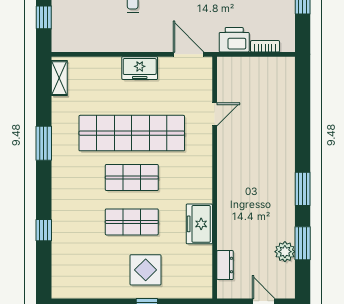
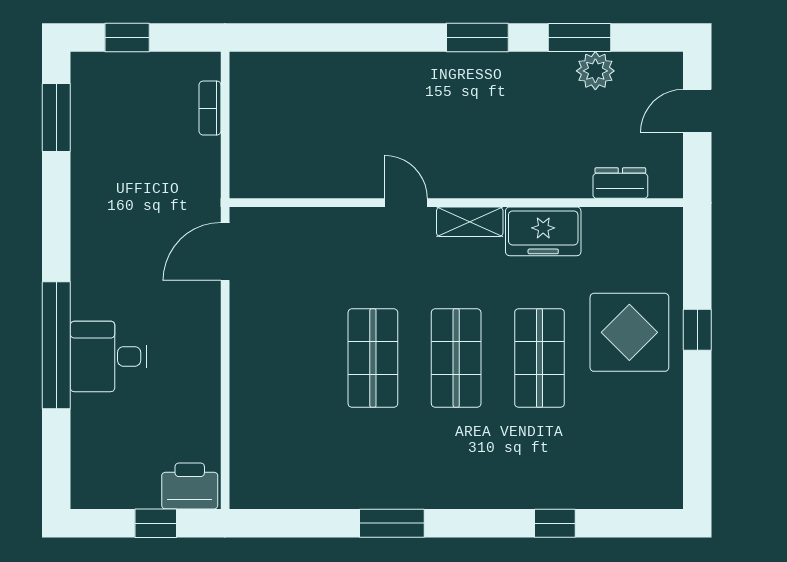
printer: (234, 40) -> (190, 486), moved, turned 90
freezer: (140, 68) -> (251, 343), removed
shelving: (59, 78) -> (470, 222), moved
door: (215, 114) -> (406, 203), moved
shop shelf: (132, 133) -> (373, 358), width x0.50, depth x0.74
display table: (146, 270) -> (629, 332), width x1.36, depth x1.36

